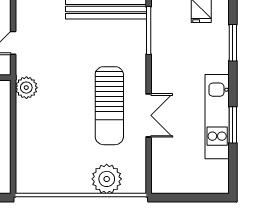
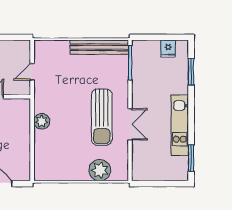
plant: (26, 88) -> (42, 121), moved
window: (233, 125) -> (191, 158), moved

